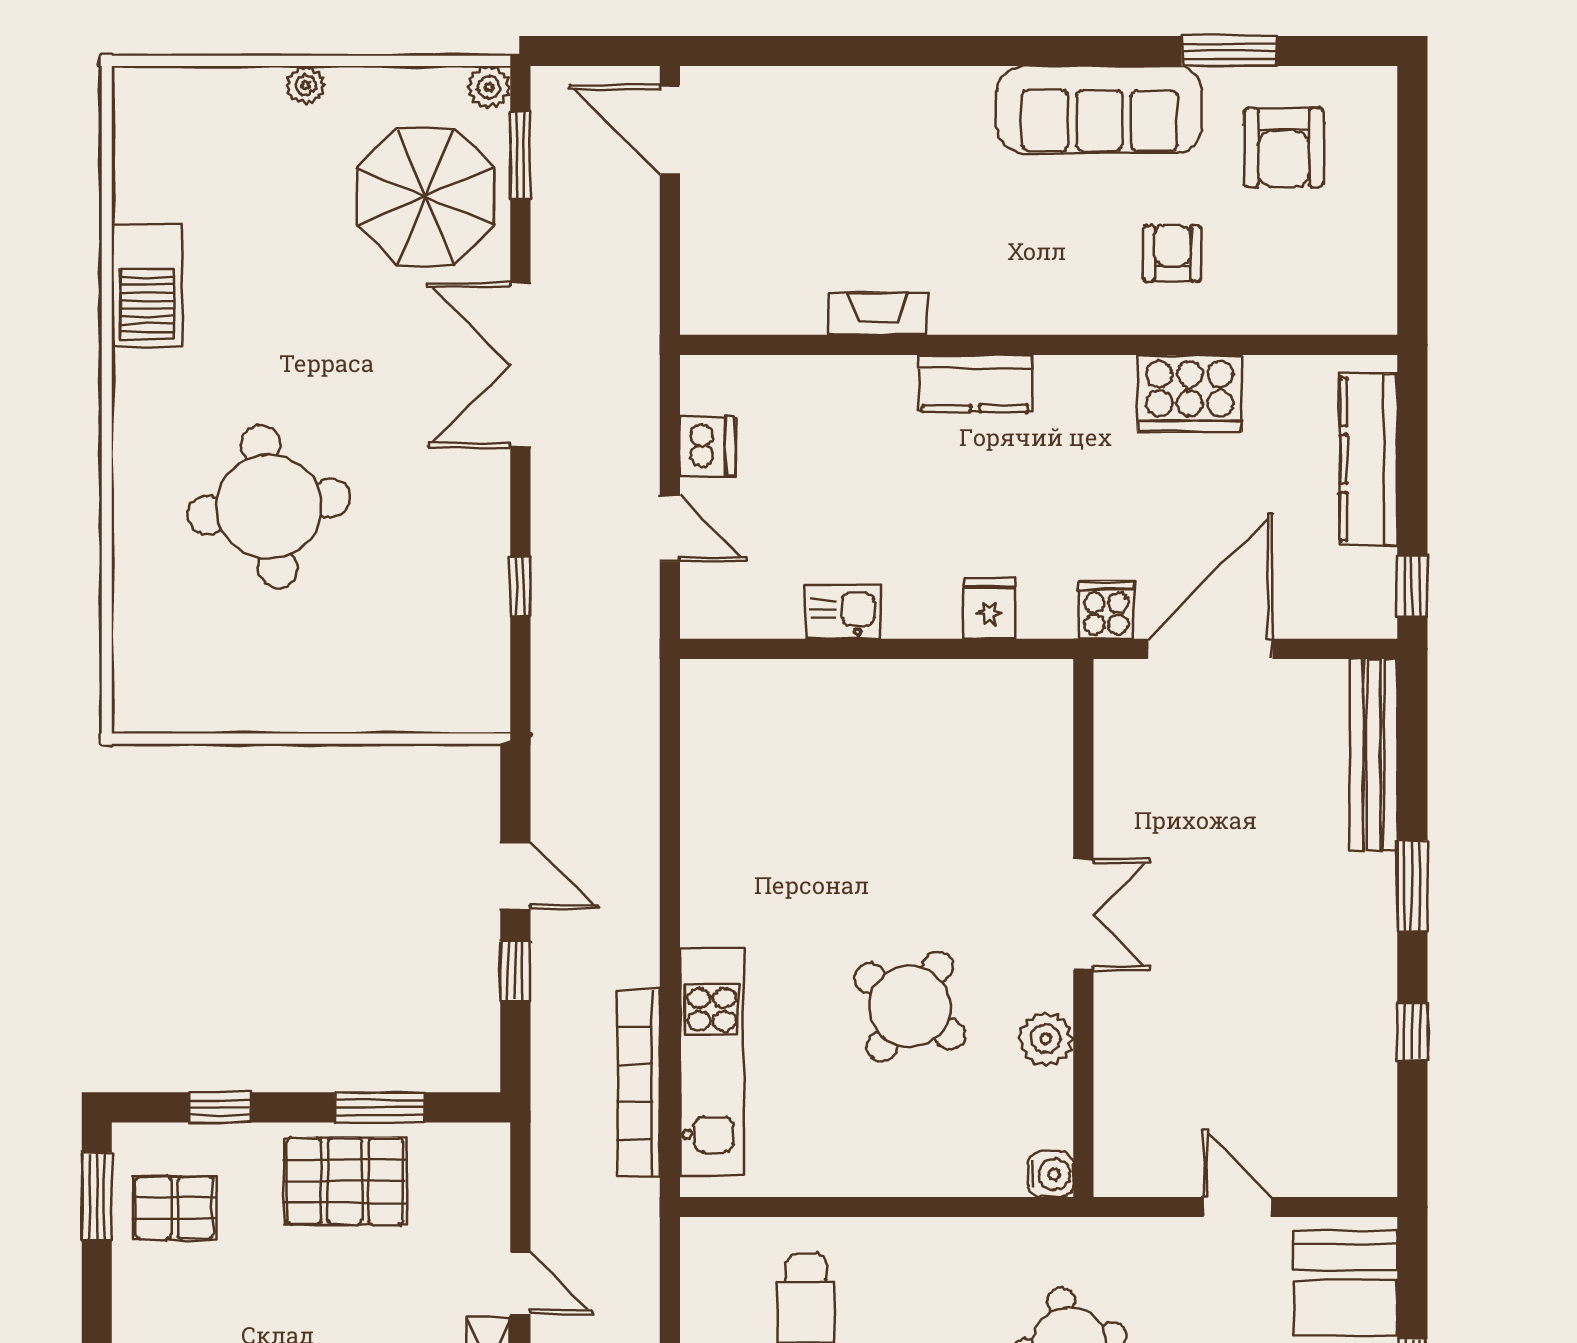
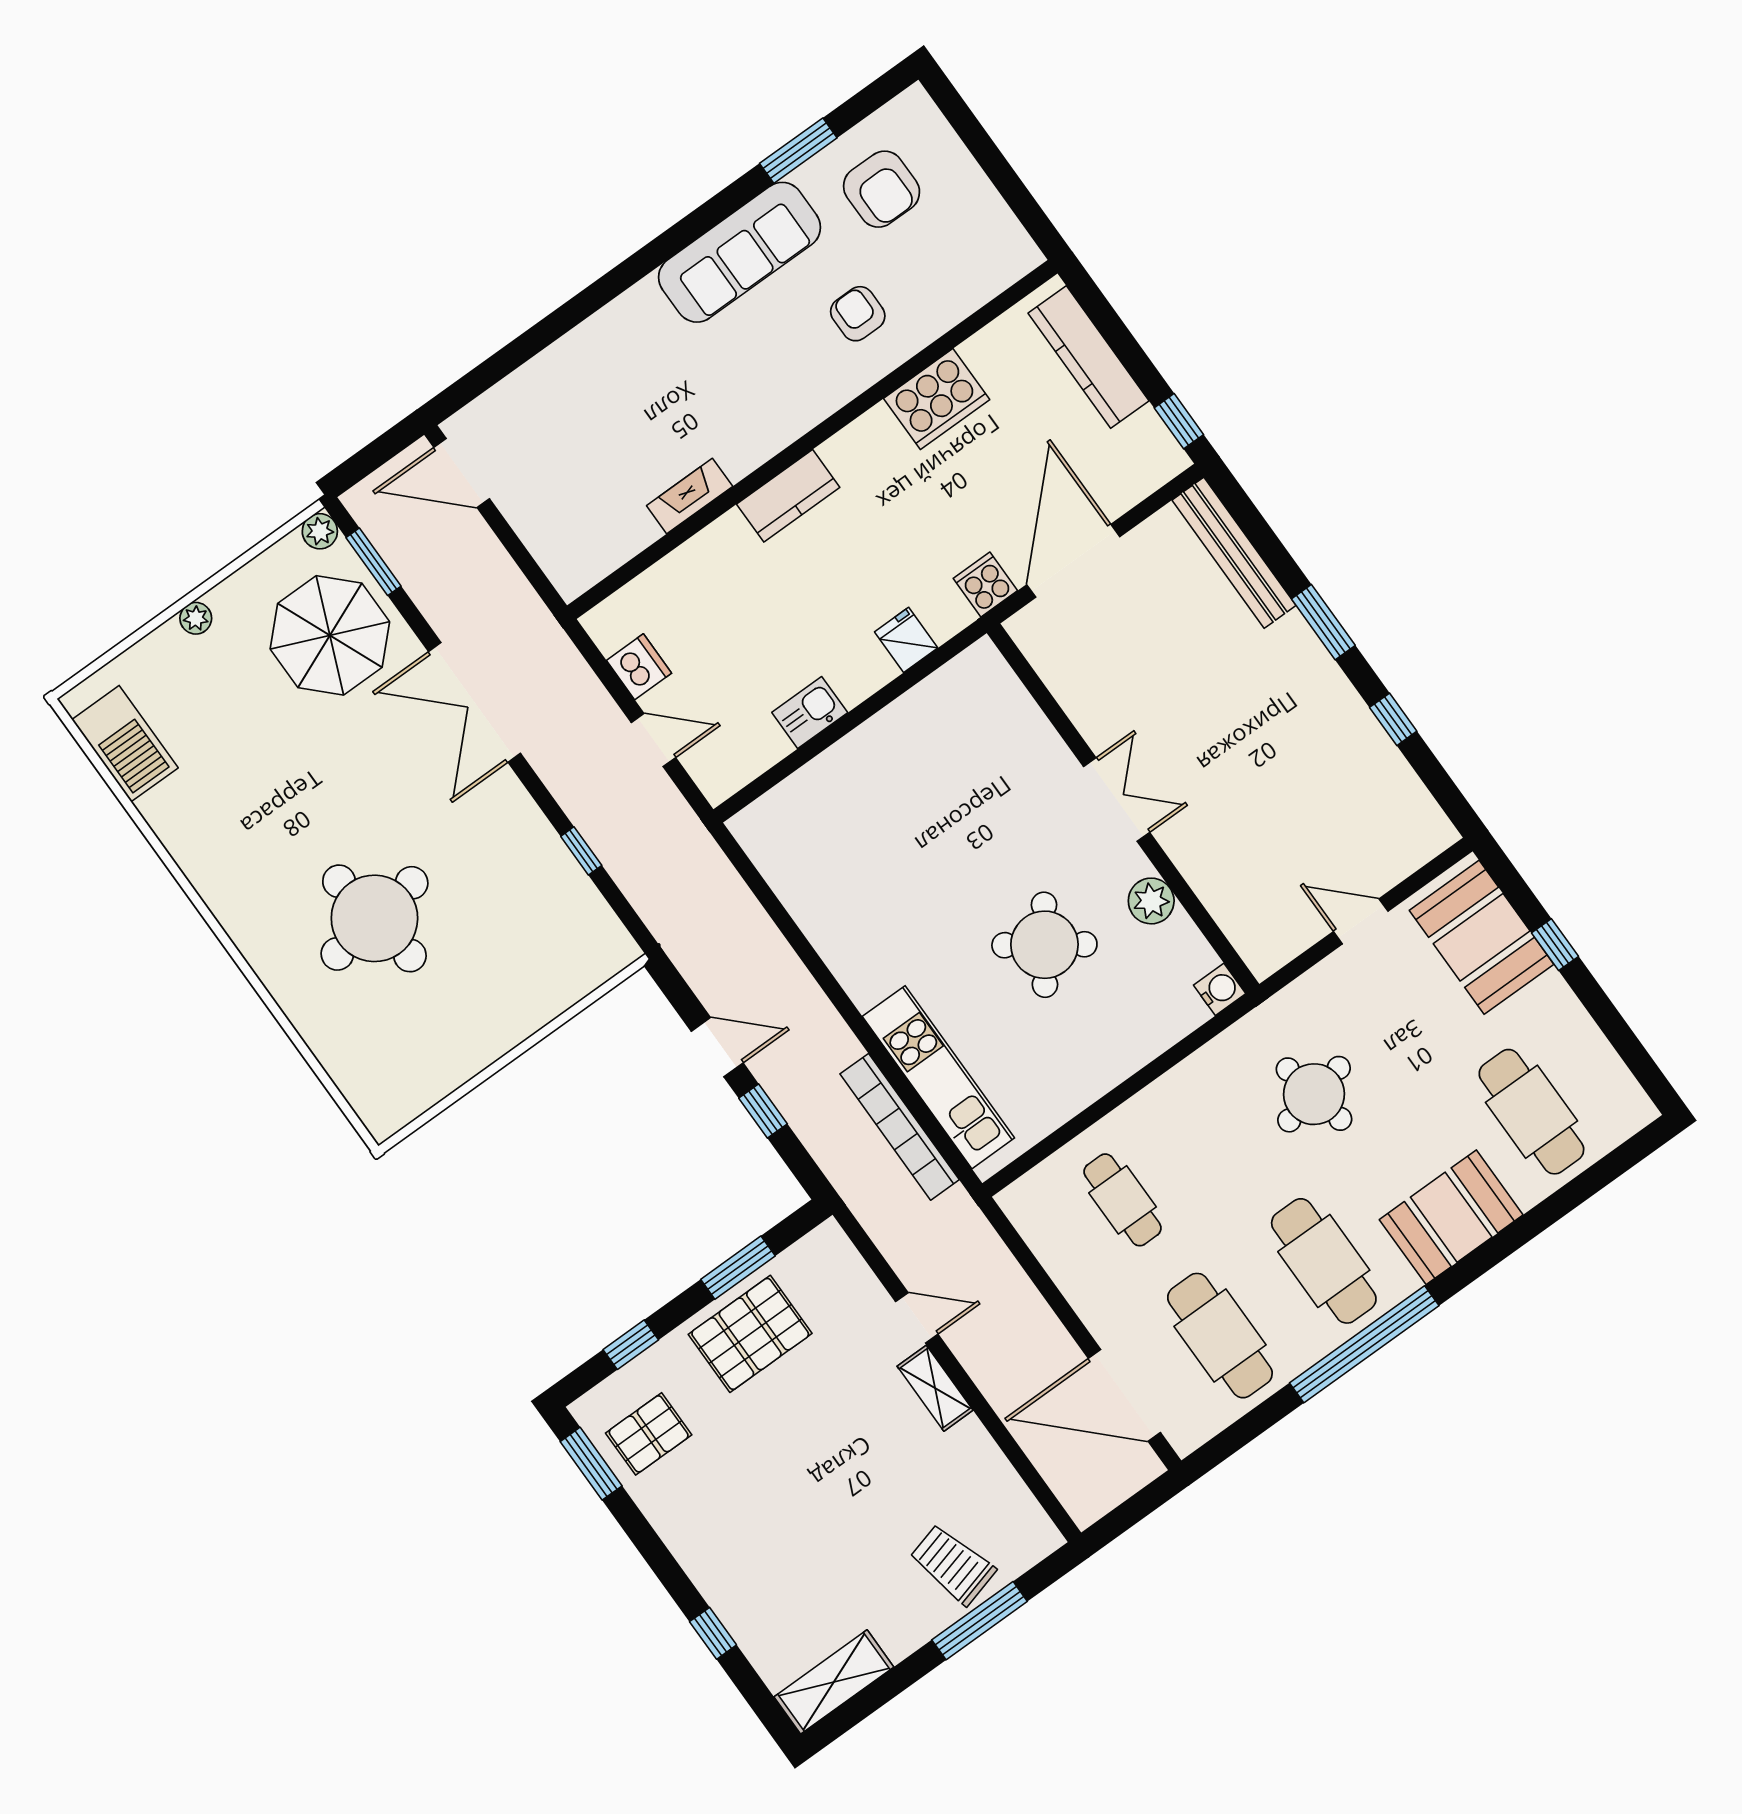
barbecue: (147, 286) -> (125, 744), moved

